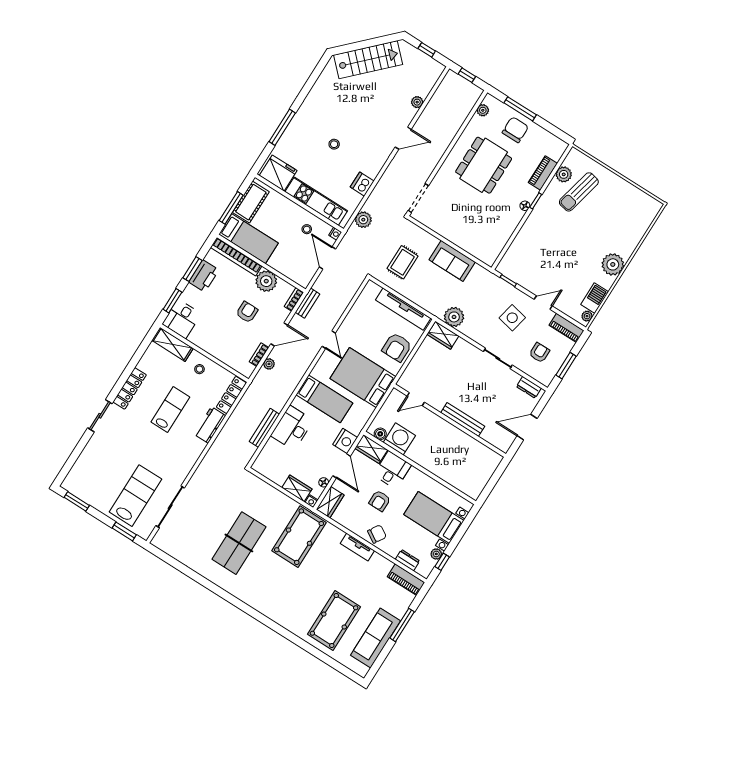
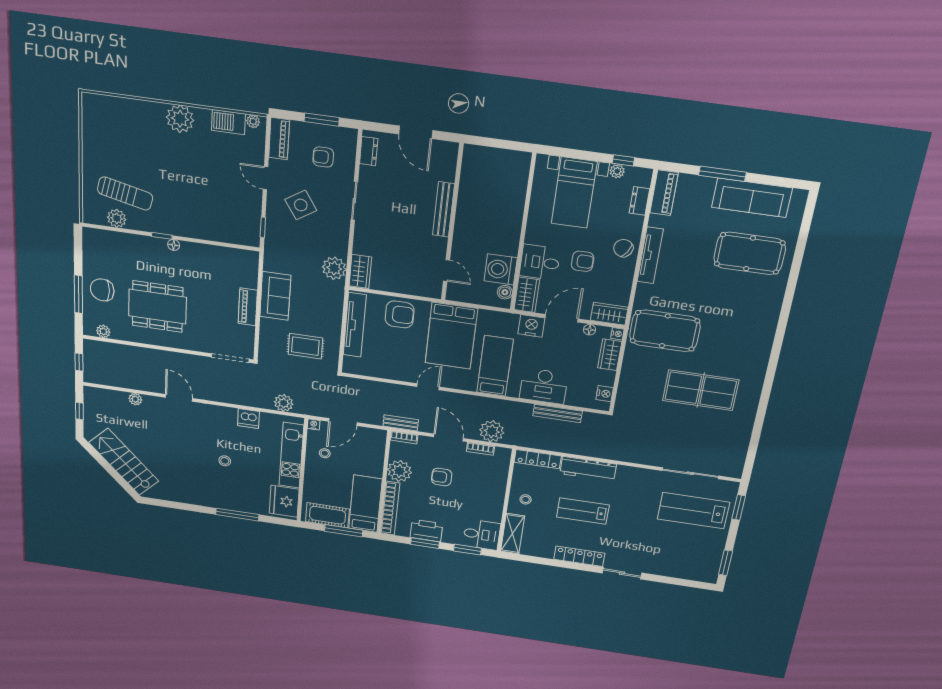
piano: (543, 173) -> (248, 307), moved, turned 90
side table: (512, 318) -> (301, 205), turned 45
plant: (269, 364) -> (492, 431), width x1.88, depth x1.88
workbench: (210, 425) -> (588, 469), width x1.37
nightstand: (266, 471) -> (605, 394), added
tv unit: (357, 547) -> (650, 255), width x1.41

